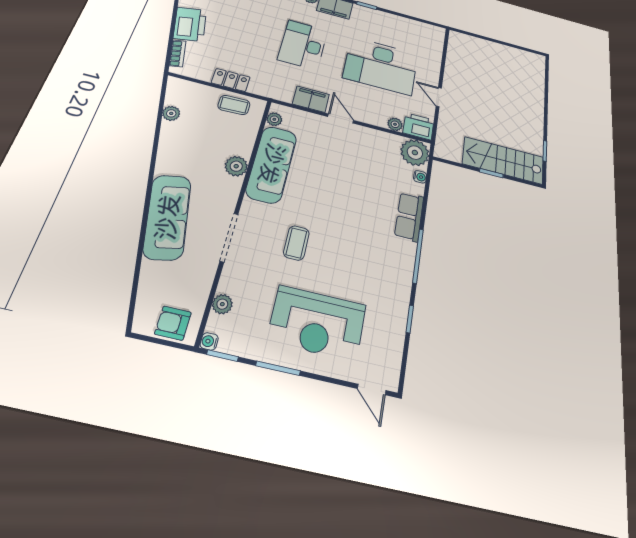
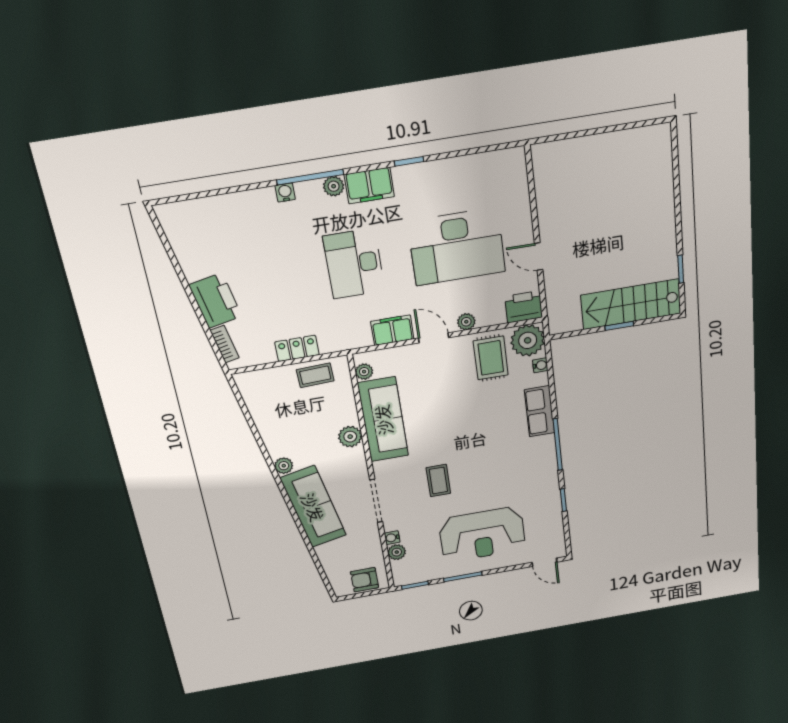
plant: (171, 113) -> (284, 466), moved
plant: (395, 124) -> (466, 322), moved
rug: (381, 153) -> (491, 358), added
water cooler: (209, 341) -> (392, 538), moved

